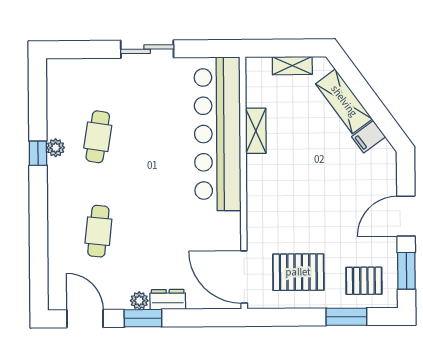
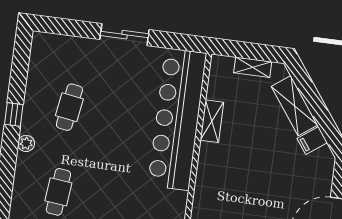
plant: (56, 148) -> (26, 143), moved

